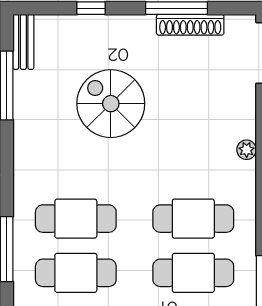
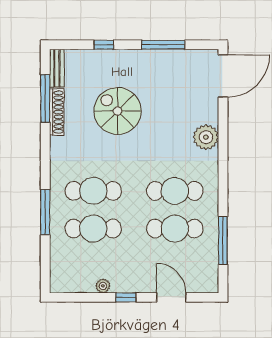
shoe rack: (190, 25) -> (57, 112), moved, turned -90
plant: (247, 150) -> (206, 137), width x1.87, depth x1.87

